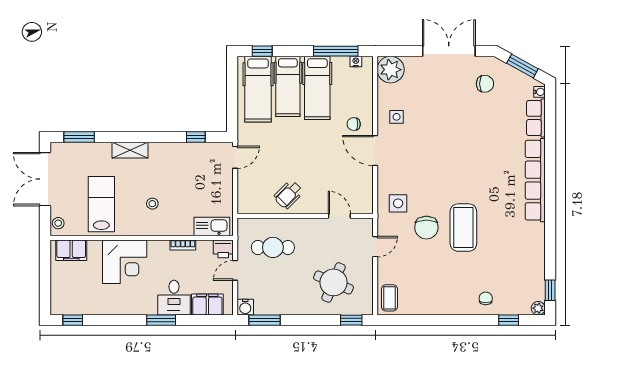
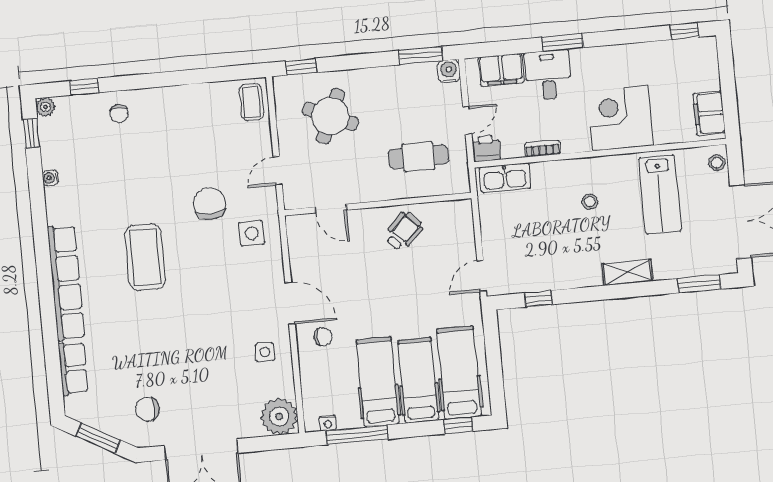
water cooler: (540, 92) -> (50, 178), moved
coffee table: (463, 228) -> (145, 257), moved
filing cabinet: (71, 250) -> (709, 113), moved, turned -90

